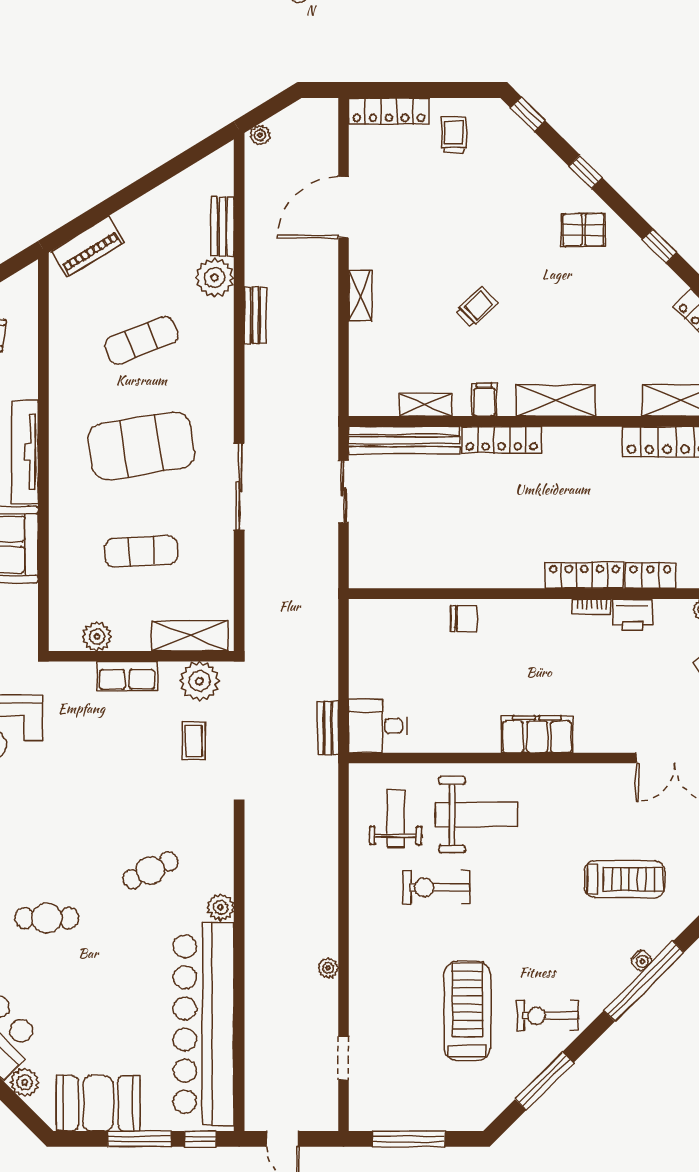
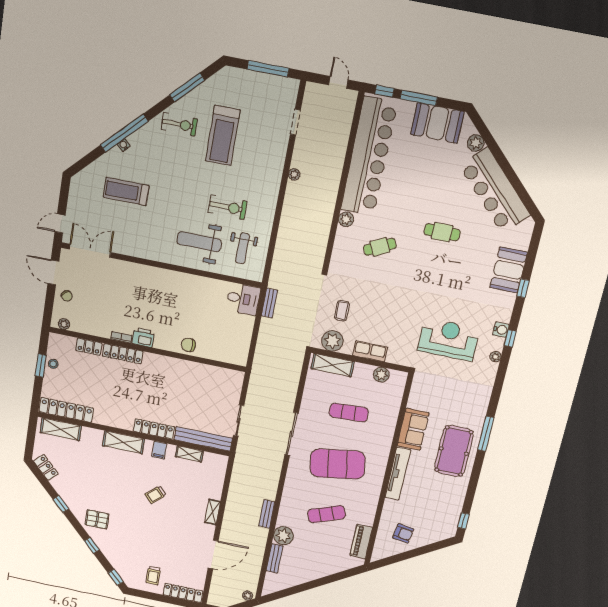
piano: (88, 247) -> (361, 542), moved, turned -59
printer: (633, 615) -> (143, 337), moved
filing cabinet: (537, 734) -> (160, 278), removed

